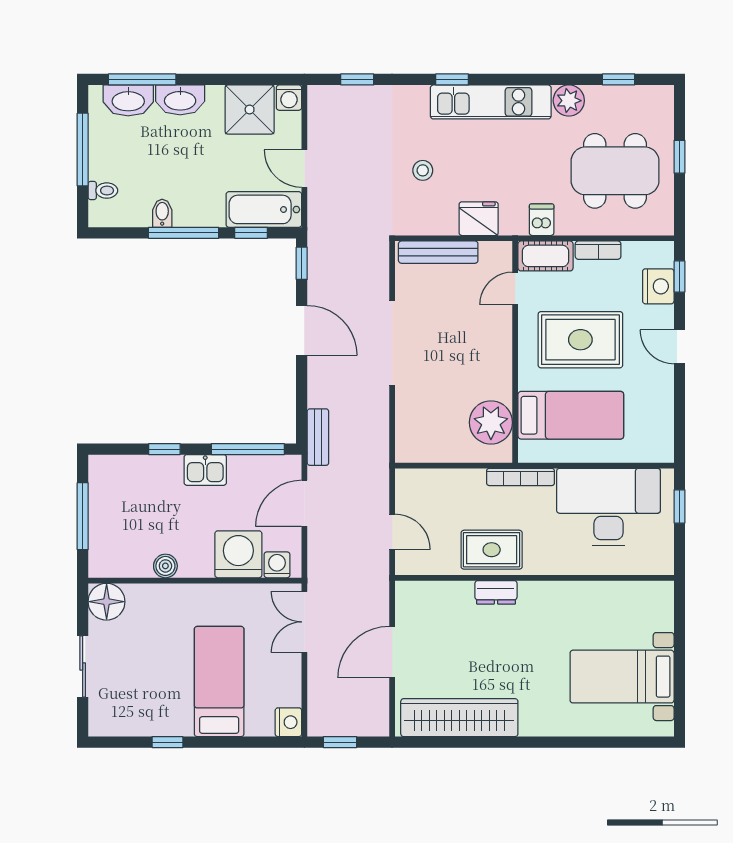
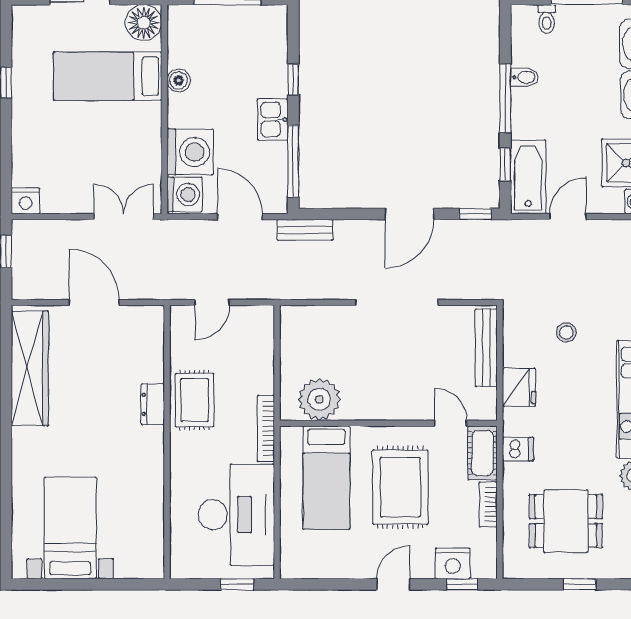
dining table: (615, 171) -> (566, 521), width x0.73
washing machine: (277, 565) -> (185, 195), width x1.38, depth x1.38
bed: (219, 681) -> (108, 76), moved, turned 180

